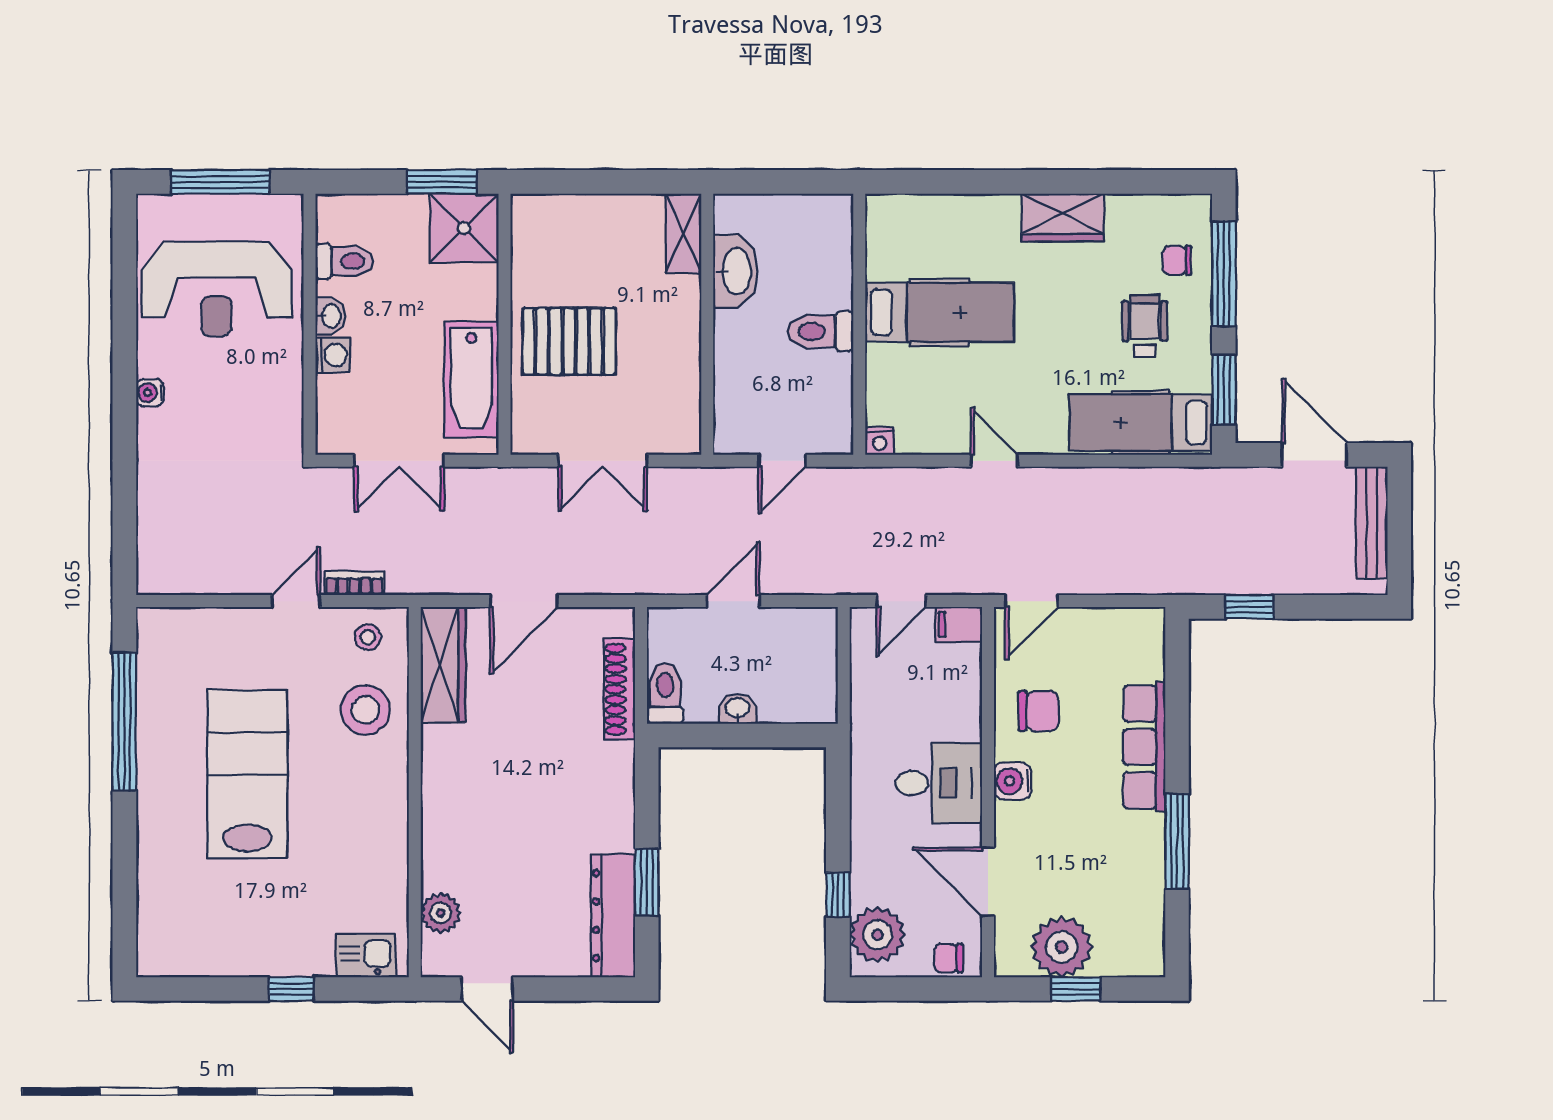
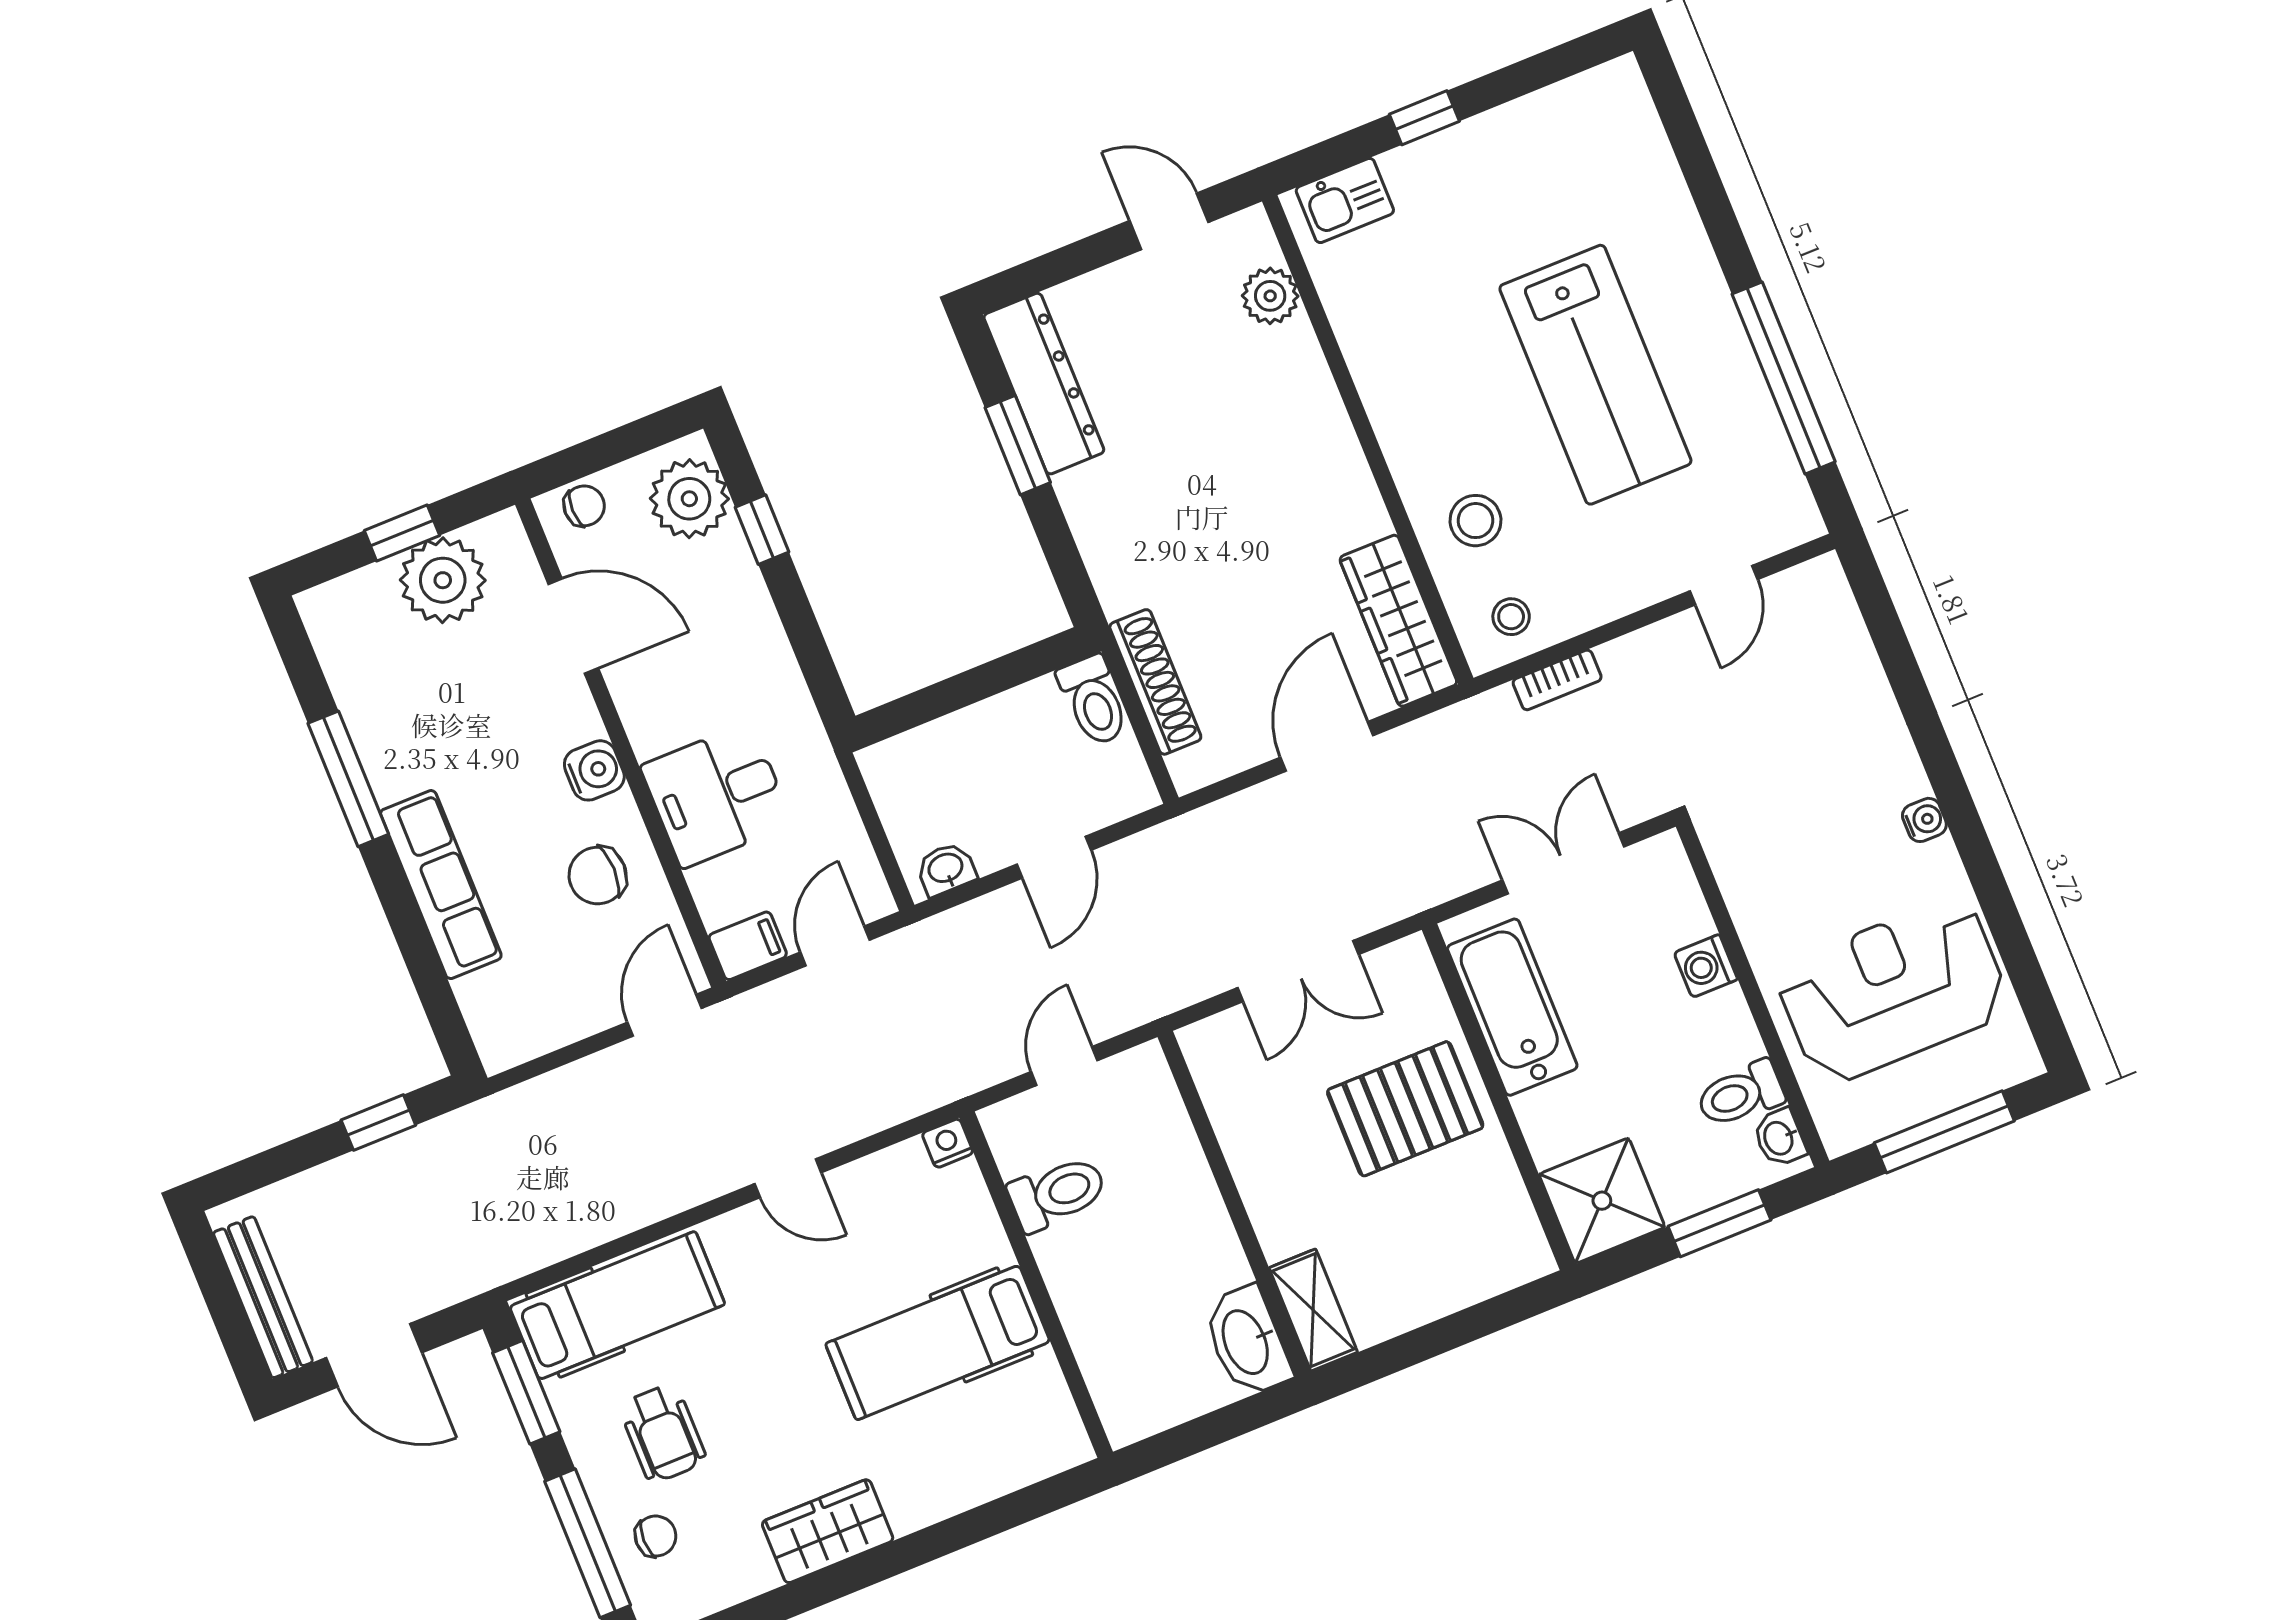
window: (442, 182) -> (1719, 1223), moved
washbasin: (736, 271) -> (1247, 1341), moved
washbasin: (330, 316) -> (1780, 1138), moved
toilet: (821, 331) -> (1057, 1193), moved
double door: (603, 461) -> (1298, 971), swing flipped
door: (296, 601) -> (1724, 585), moved
washbasin: (738, 709) -> (946, 869), moved, turned 180
stool: (365, 710) -> (1476, 521), width x0.73, depth x0.73
desk: (939, 783) -> (716, 795), moved

